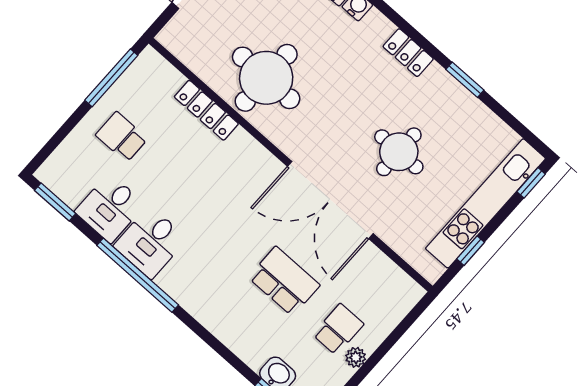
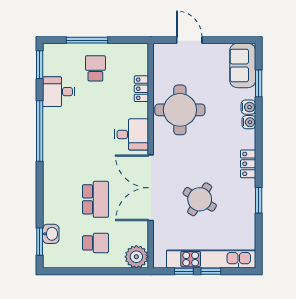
window: (111, 78) -> (87, 40), moved
locker: (206, 110) -> (141, 89), width x0.66
round table: (399, 152) -> (200, 199), turned 31
window: (531, 183) -> (211, 271), moved
desk: (150, 242) -> (131, 134), moved, turned 180
plant: (356, 357) -> (136, 257), moved, width x1.88, depth x1.88

